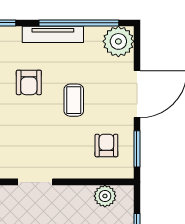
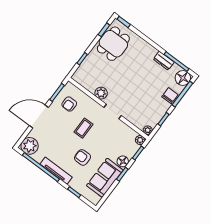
armchair: (29, 82) -> (83, 157), turned -90
coffee table: (74, 100) -> (83, 128), moved
plant: (105, 196) -> (101, 93), moved

